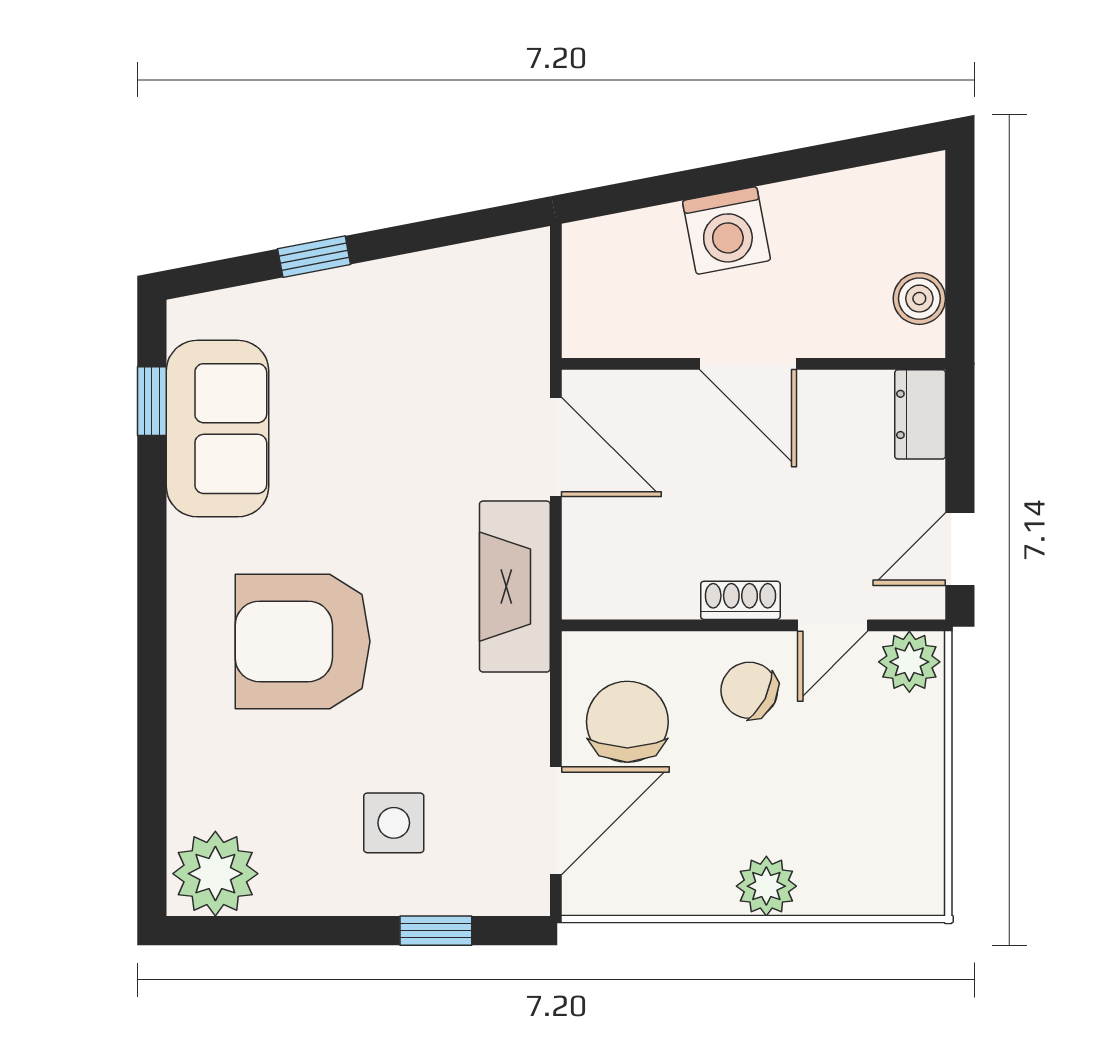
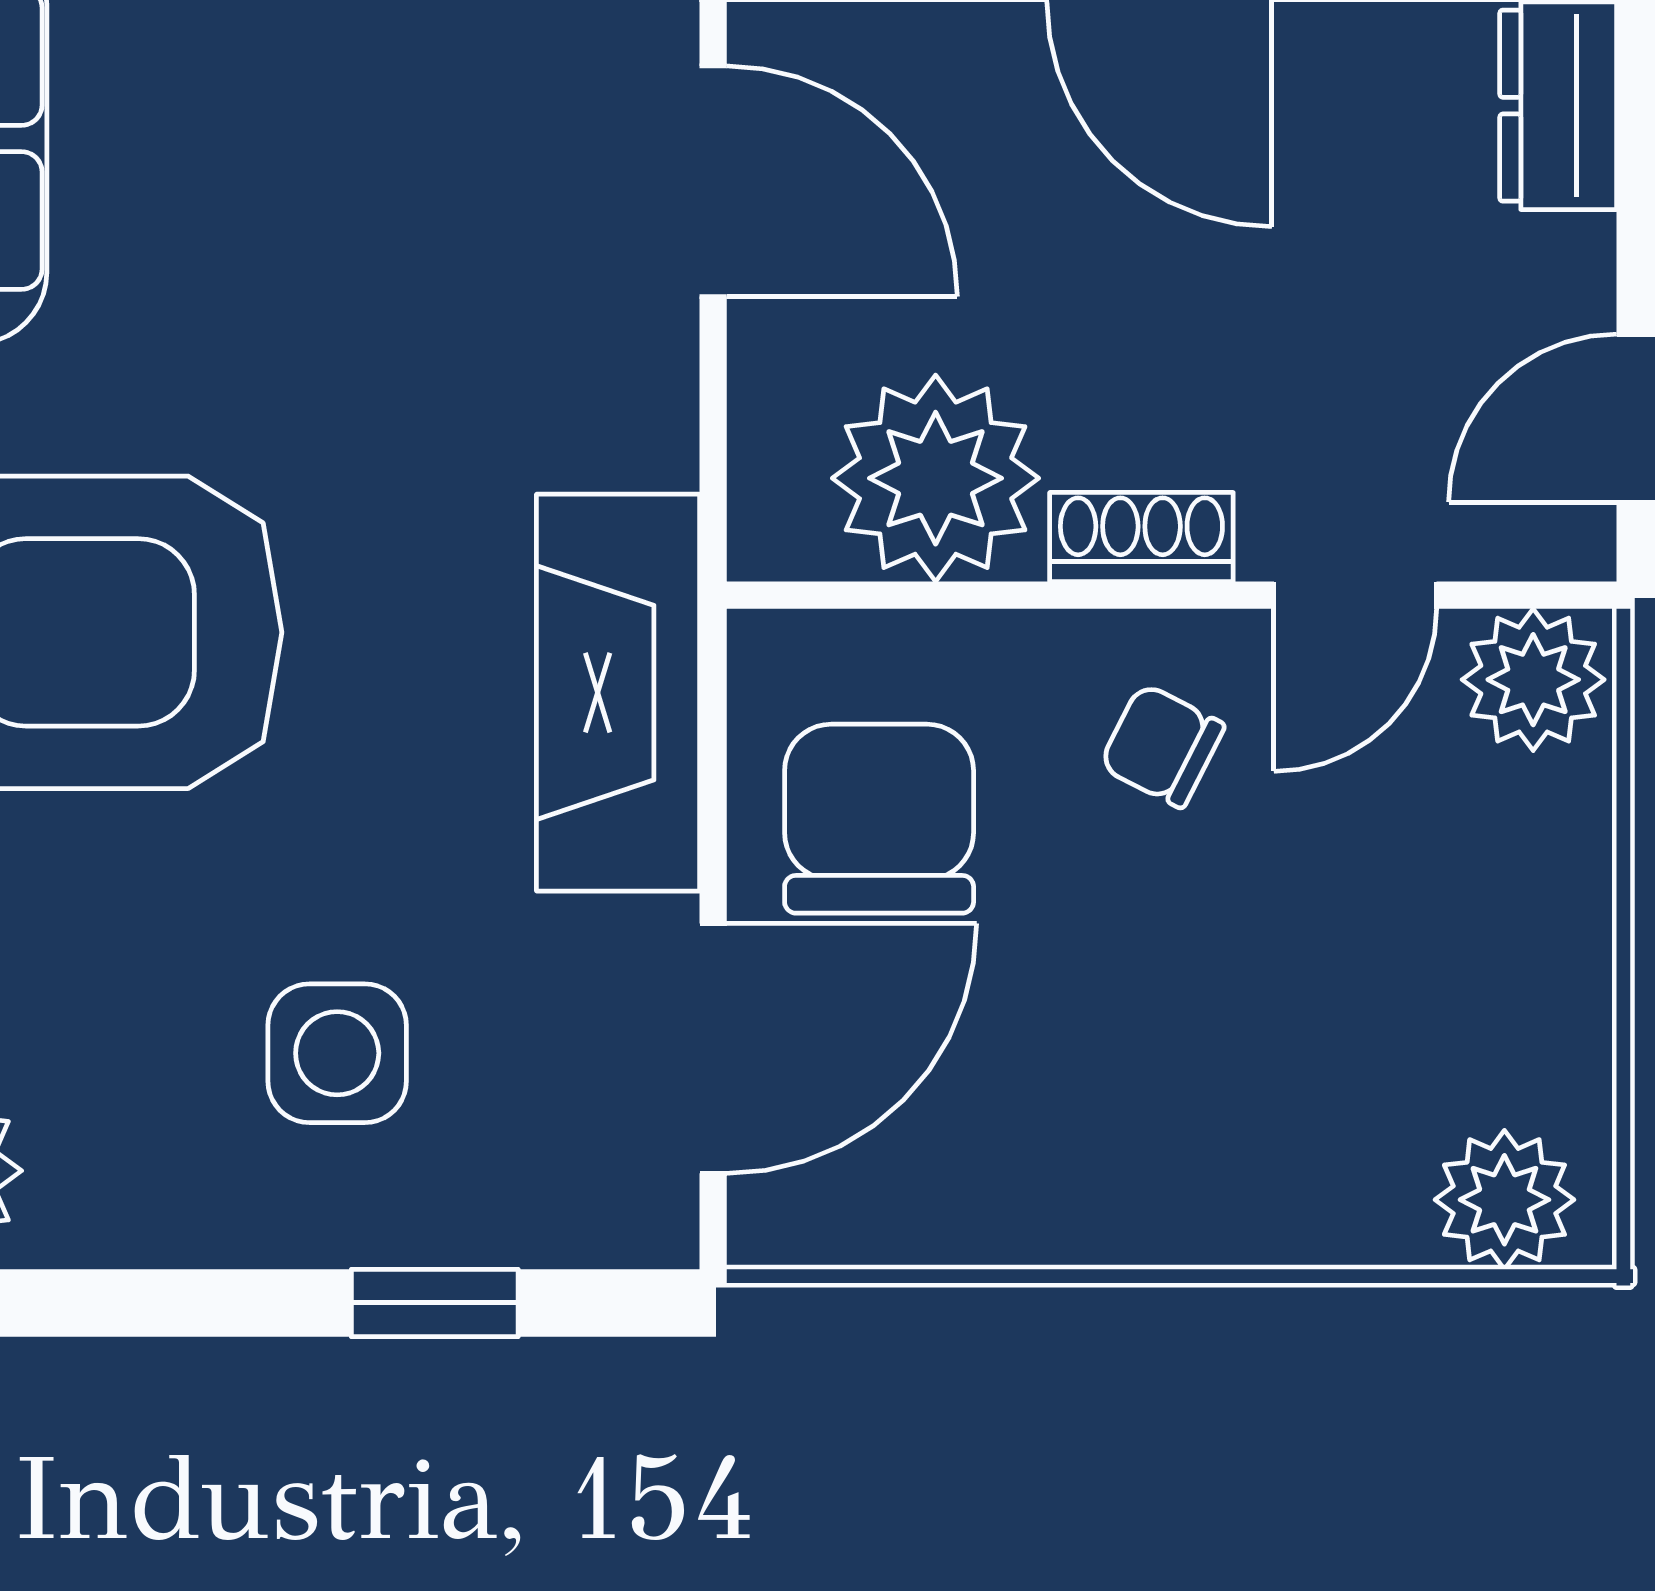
plant: (652, 575) -> (936, 478), added
fireplace: (515, 587) -> (618, 693), moved
chair: (749, 690) -> (1162, 746), width x0.73, depth x0.73
plant: (766, 886) -> (1504, 1200), moved

